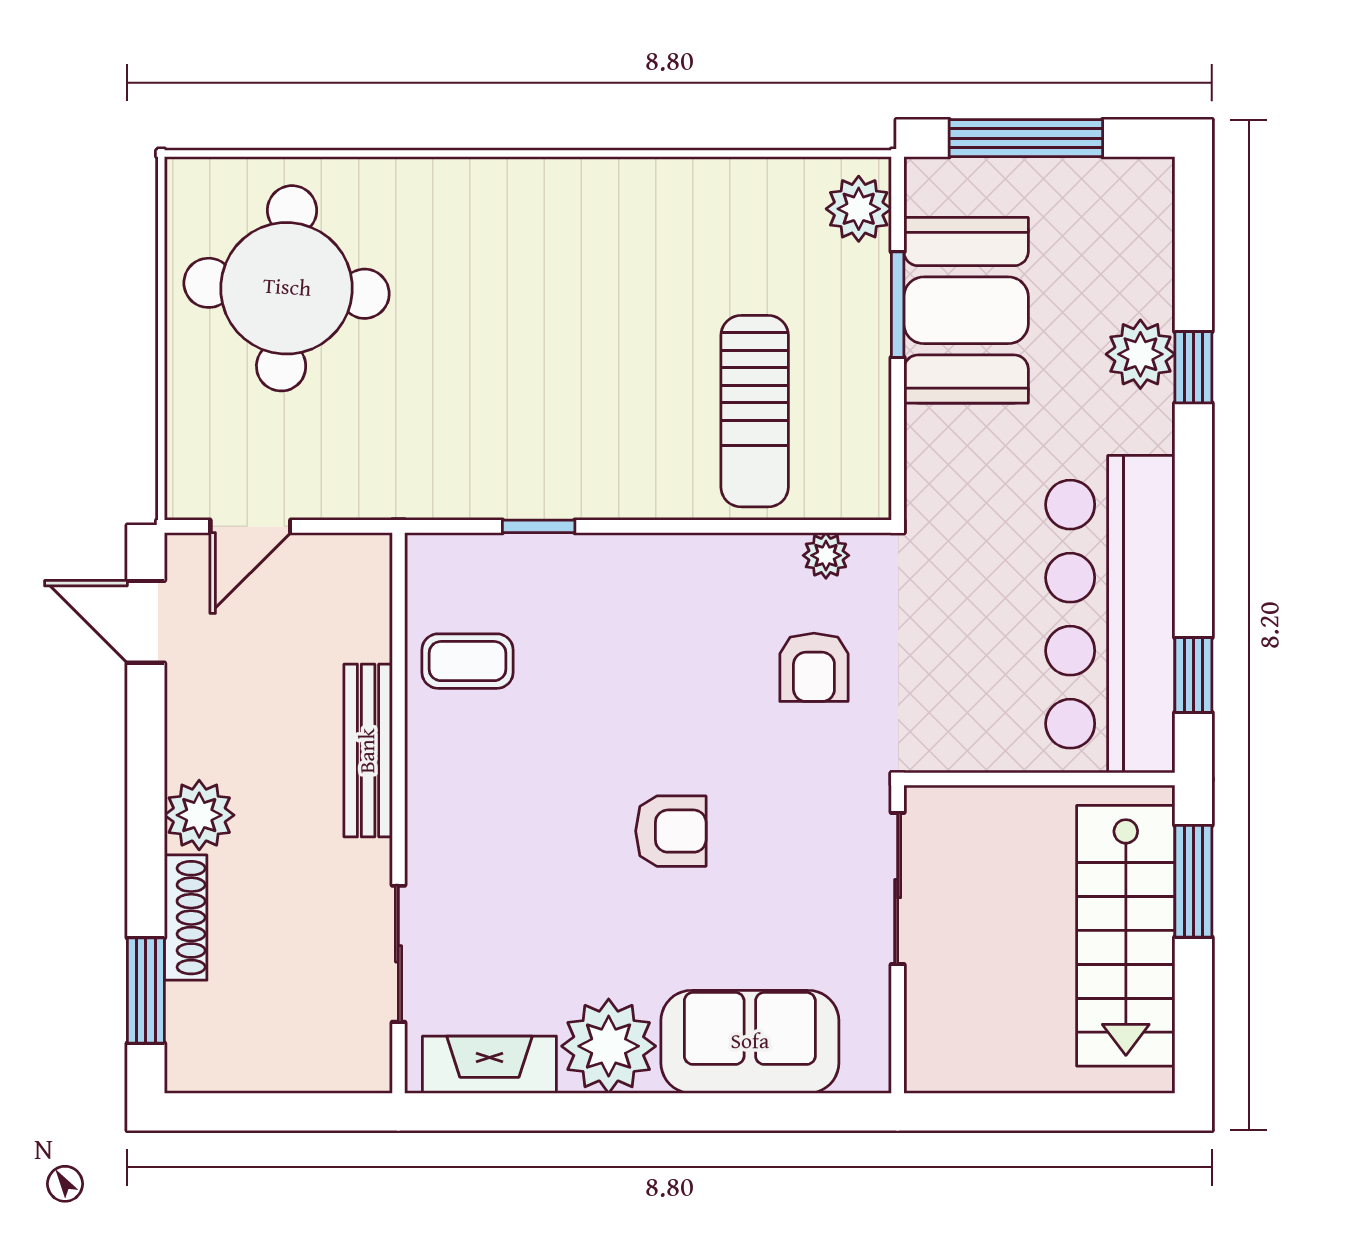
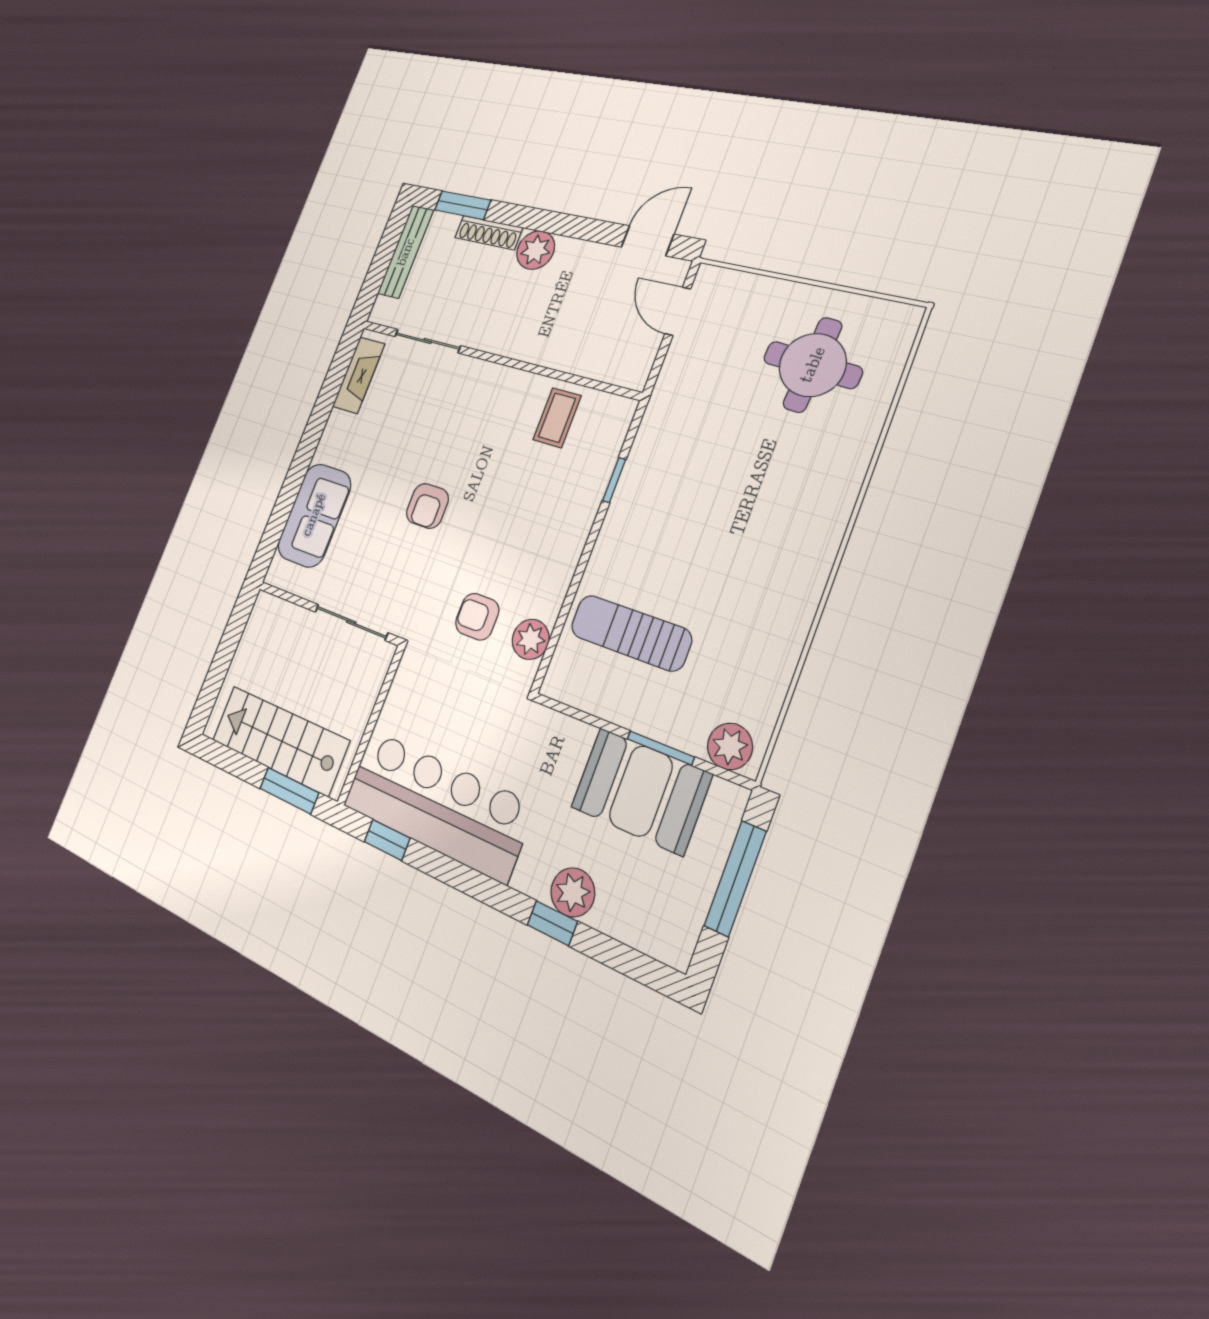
round table: (287, 288) -> (813, 365), width x0.73, depth x0.73
plant: (826, 555) -> (531, 639), width x1.38, depth x1.38
bench: (368, 751) -> (406, 252), moved, turned 90
plant: (609, 1046) -> (342, 440), removed

